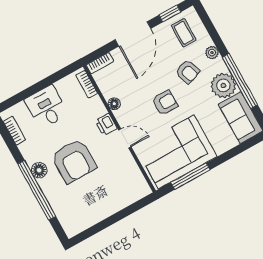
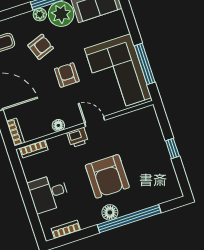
plant: (212, 53) -> (40, 15), moved
door: (125, 138) -> (95, 122), hinge flipped
armchair: (74, 161) -> (107, 176), turned 90
window: (113, 219) -> (172, 149), added

